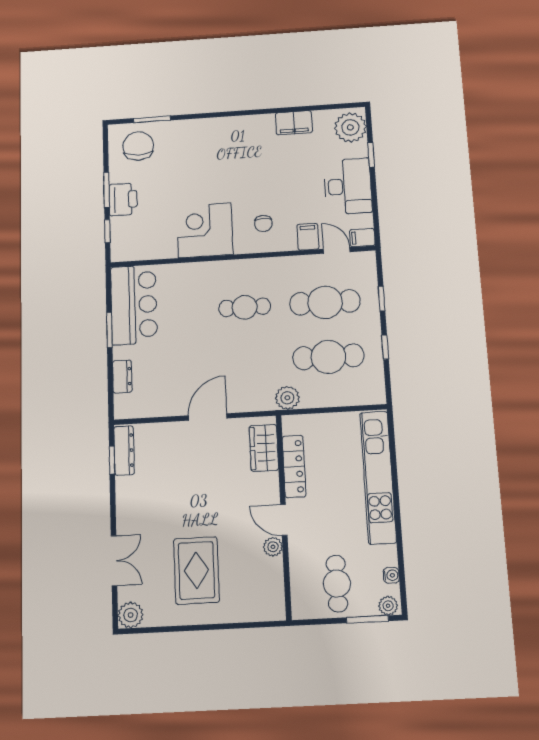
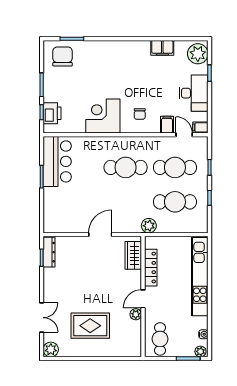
printer: (123, 199) -> (52, 113), moved
cafe table: (245, 307) -> (126, 167), width x1.37, depth x1.35
dresser: (122, 377) -> (49, 206), removed
door: (284, 520) -> (143, 299), hinge flipped
rug: (196, 570) -> (90, 326), turned 90
cafe table: (337, 584) -> (160, 339), moved

